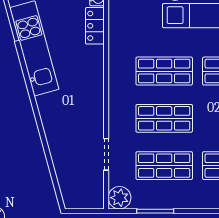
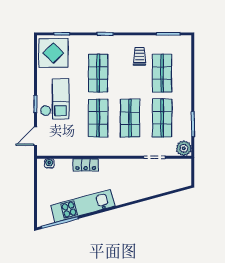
locker: (95, 26) -> (86, 165), moved

